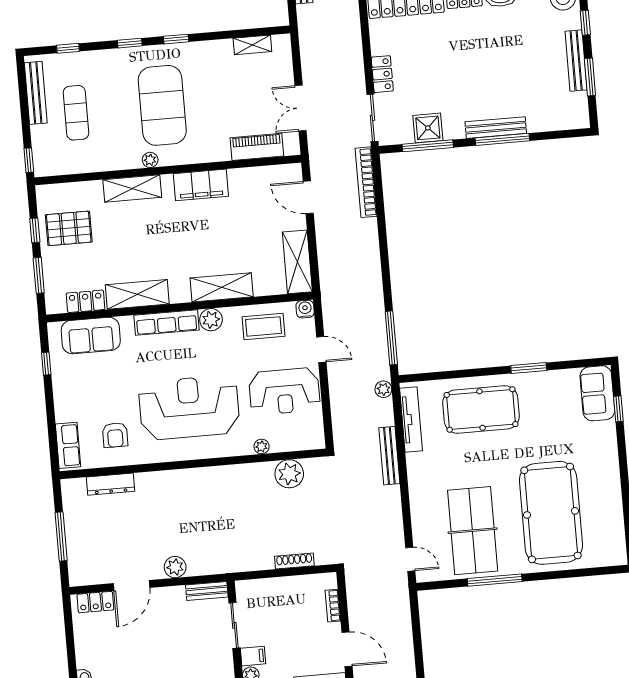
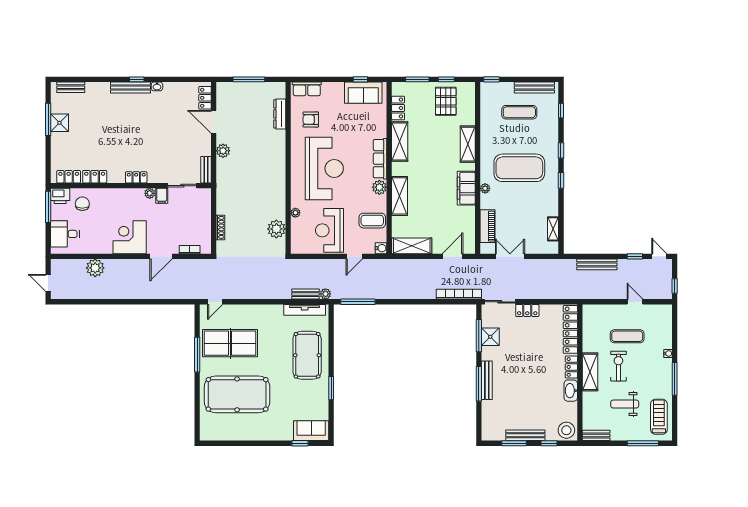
plant: (150, 160) -> (485, 188), moved
coffee table: (263, 326) -> (372, 221), turned 90
sofa: (91, 336) -> (363, 93), moved, turned -90
bench: (389, 456) -> (305, 294), moved, width x0.73

